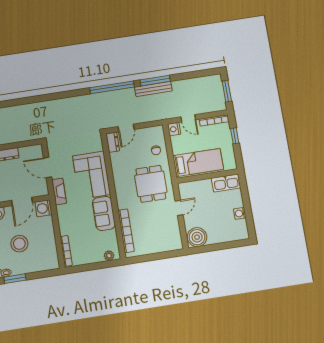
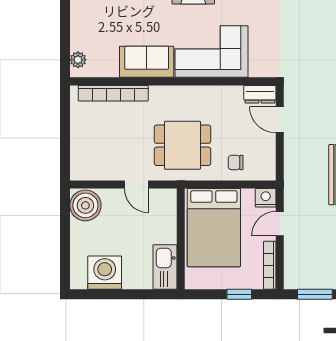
bed: (198, 163) -> (214, 228), width x1.50
washing machine: (240, 213) -> (105, 273), width x1.89, depth x1.89

